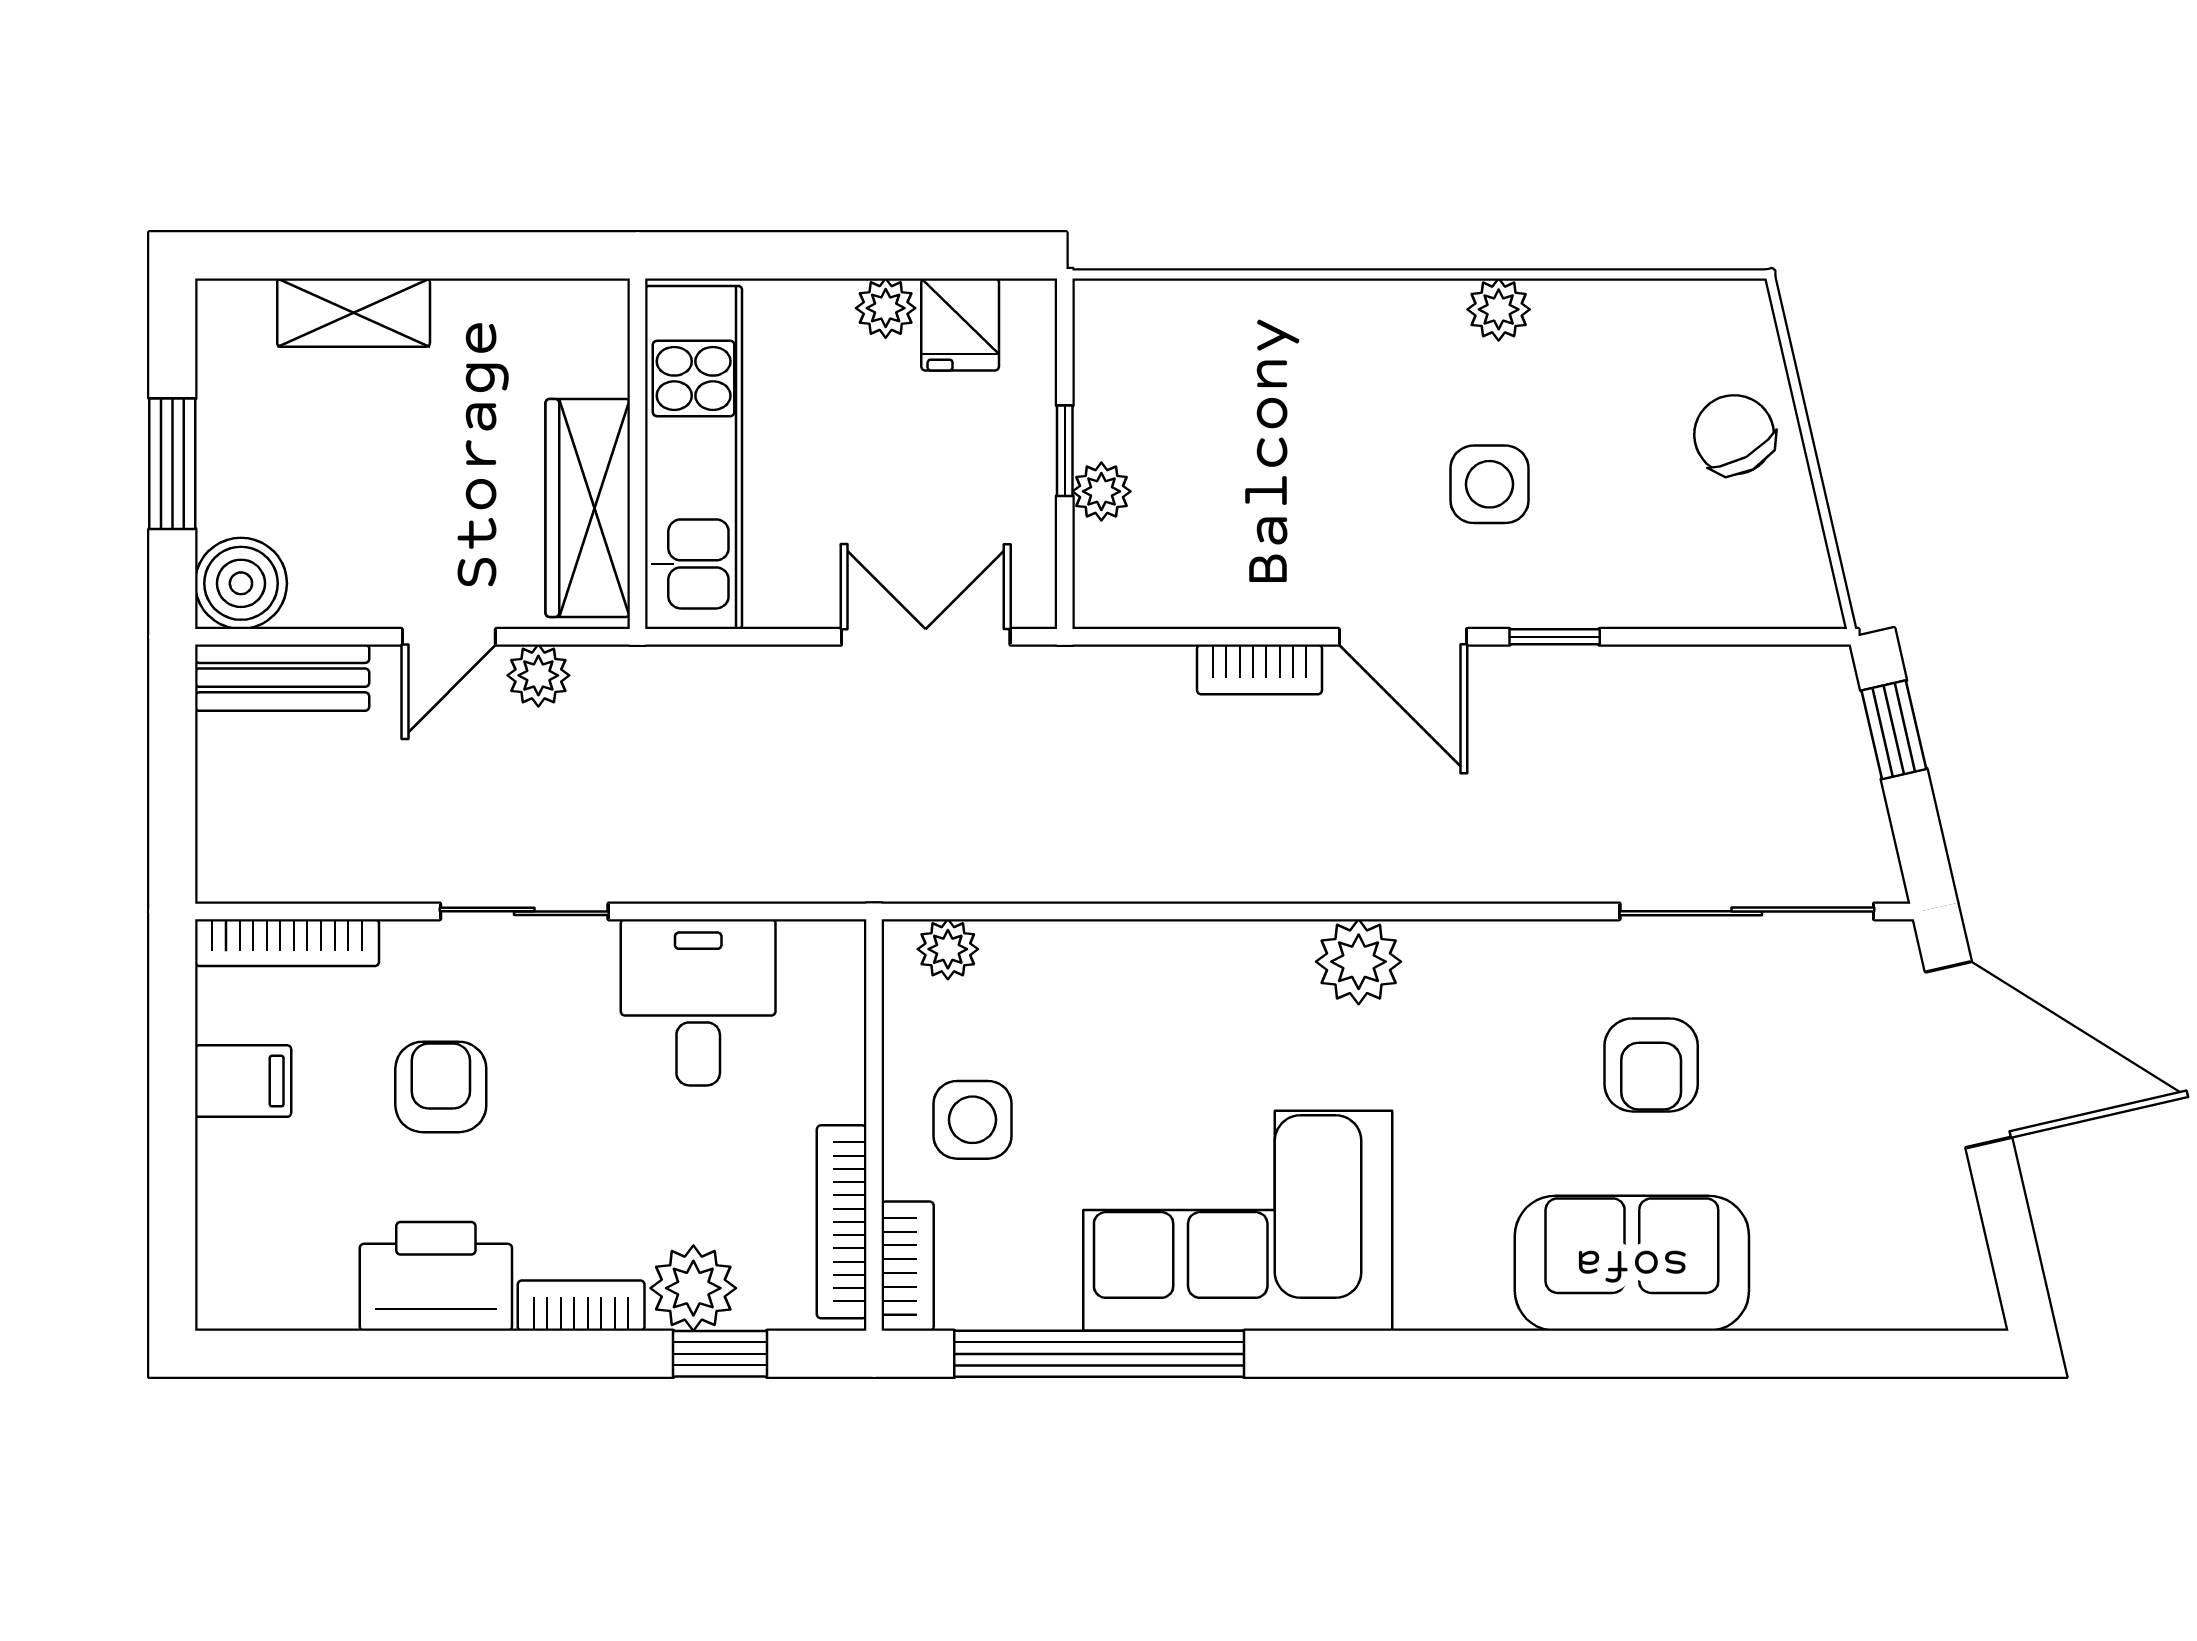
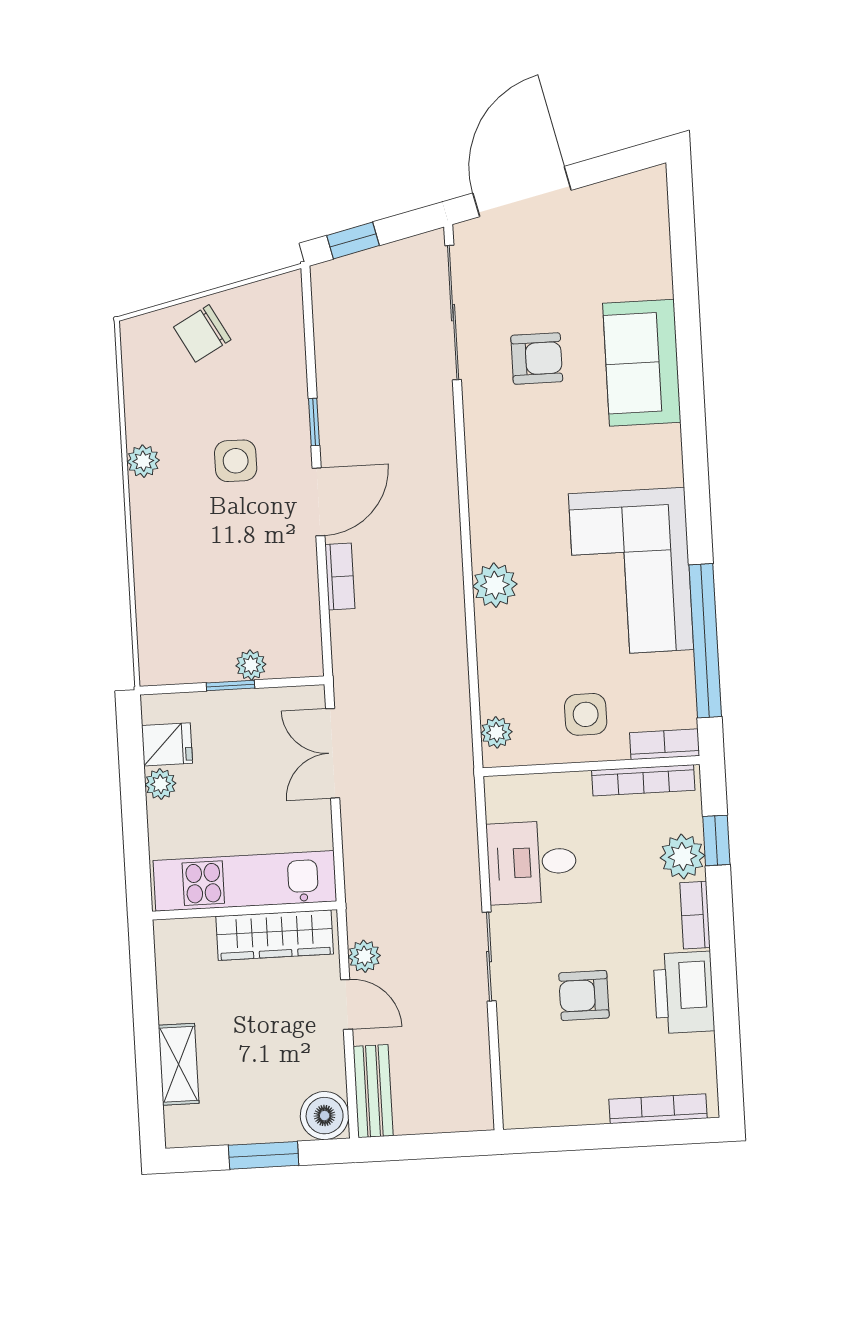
bookcase: (287, 943) -> (658, 1109), moved, turned -90
plant: (1359, 962) -> (495, 585), moved
filing cabinet: (243, 1081) -> (587, 1100), removed

